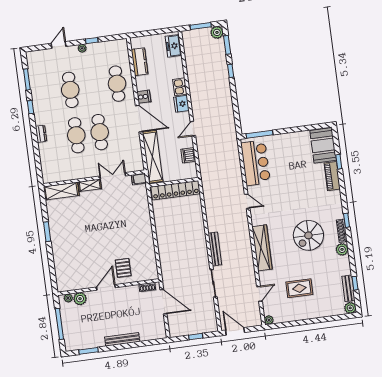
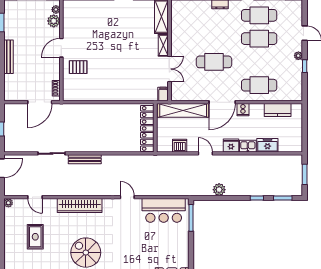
plant: (217, 32) -> (219, 190), moved
freezer: (173, 46) -> (267, 145), moved
cafe table: (76, 135) -> (259, 15), moved
door: (247, 201) -> (127, 197), swing flipped
door: (106, 287) -> (61, 48), swing flipped

